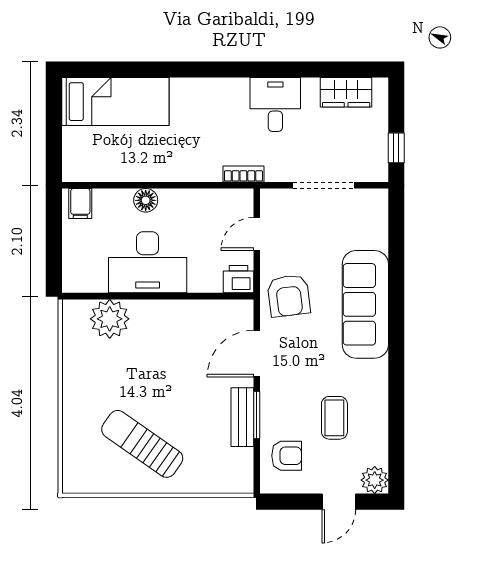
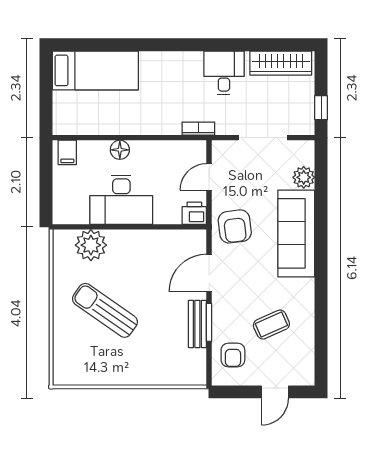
wardrobe: (346, 92) -> (281, 63), width x1.50
coffee table: (334, 418) -> (271, 325), turned 66
sun lounger: (142, 444) -> (105, 310), moved
armchair: (287, 456) -> (233, 355), turned 90
plant: (375, 480) -> (304, 177), moved

